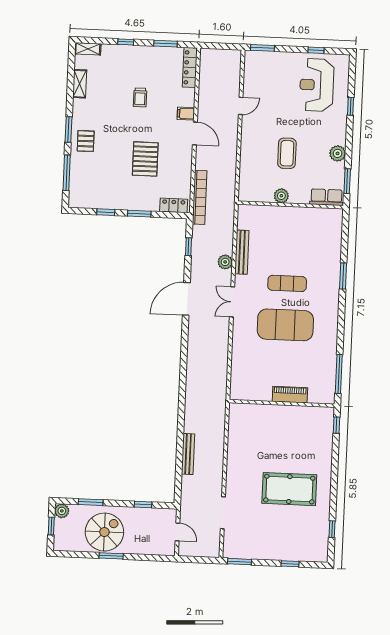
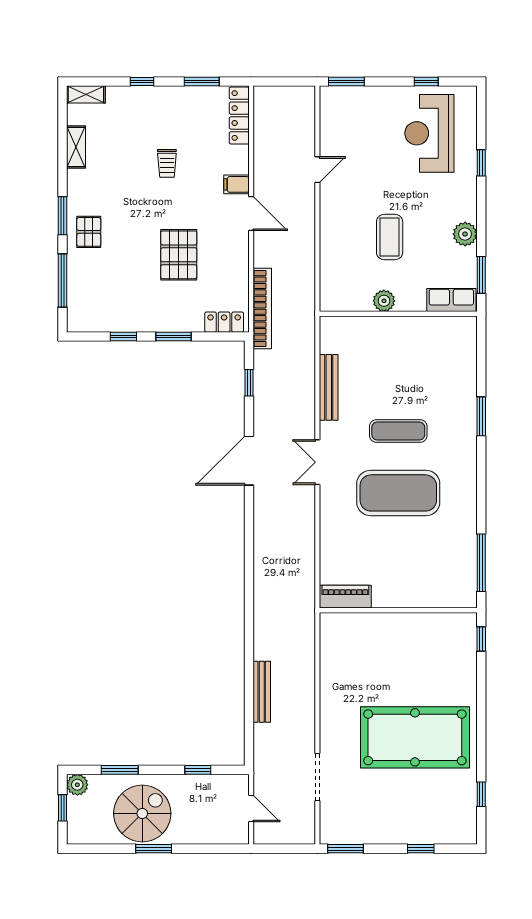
plant: (225, 262) -> (304, 403), removed
piano: (290, 395) -> (345, 597), moved
pool table: (289, 489) -> (415, 737), width x1.36, depth x1.32

